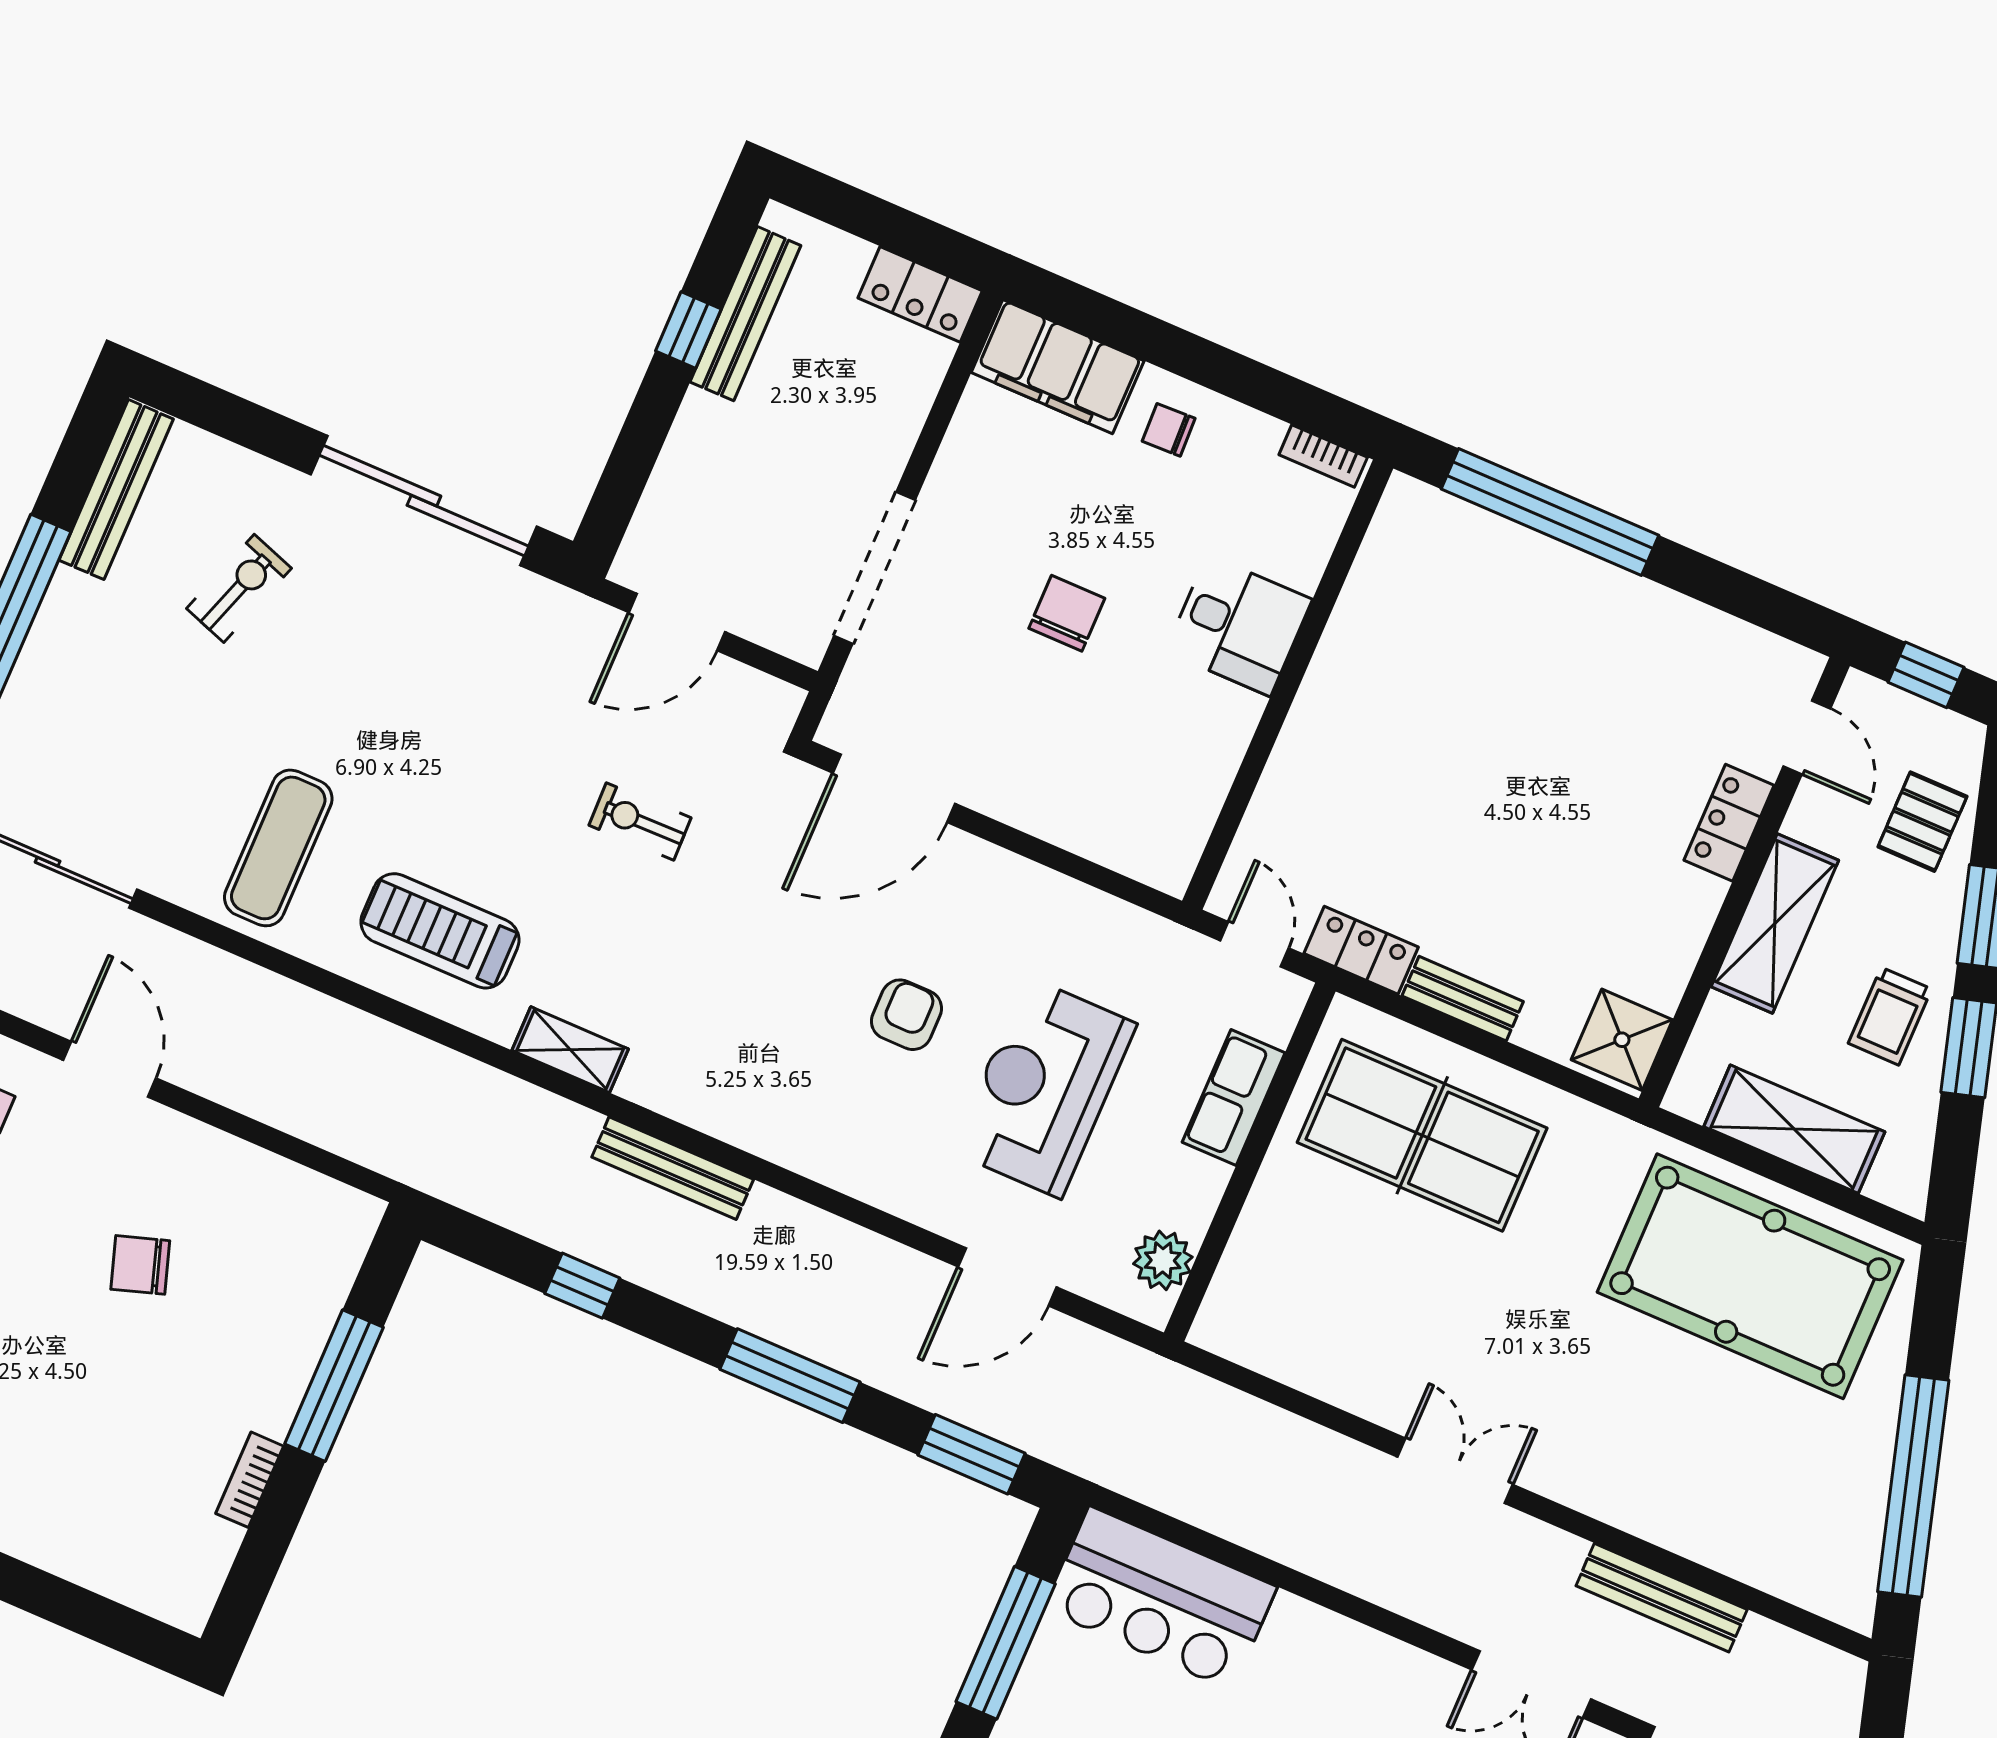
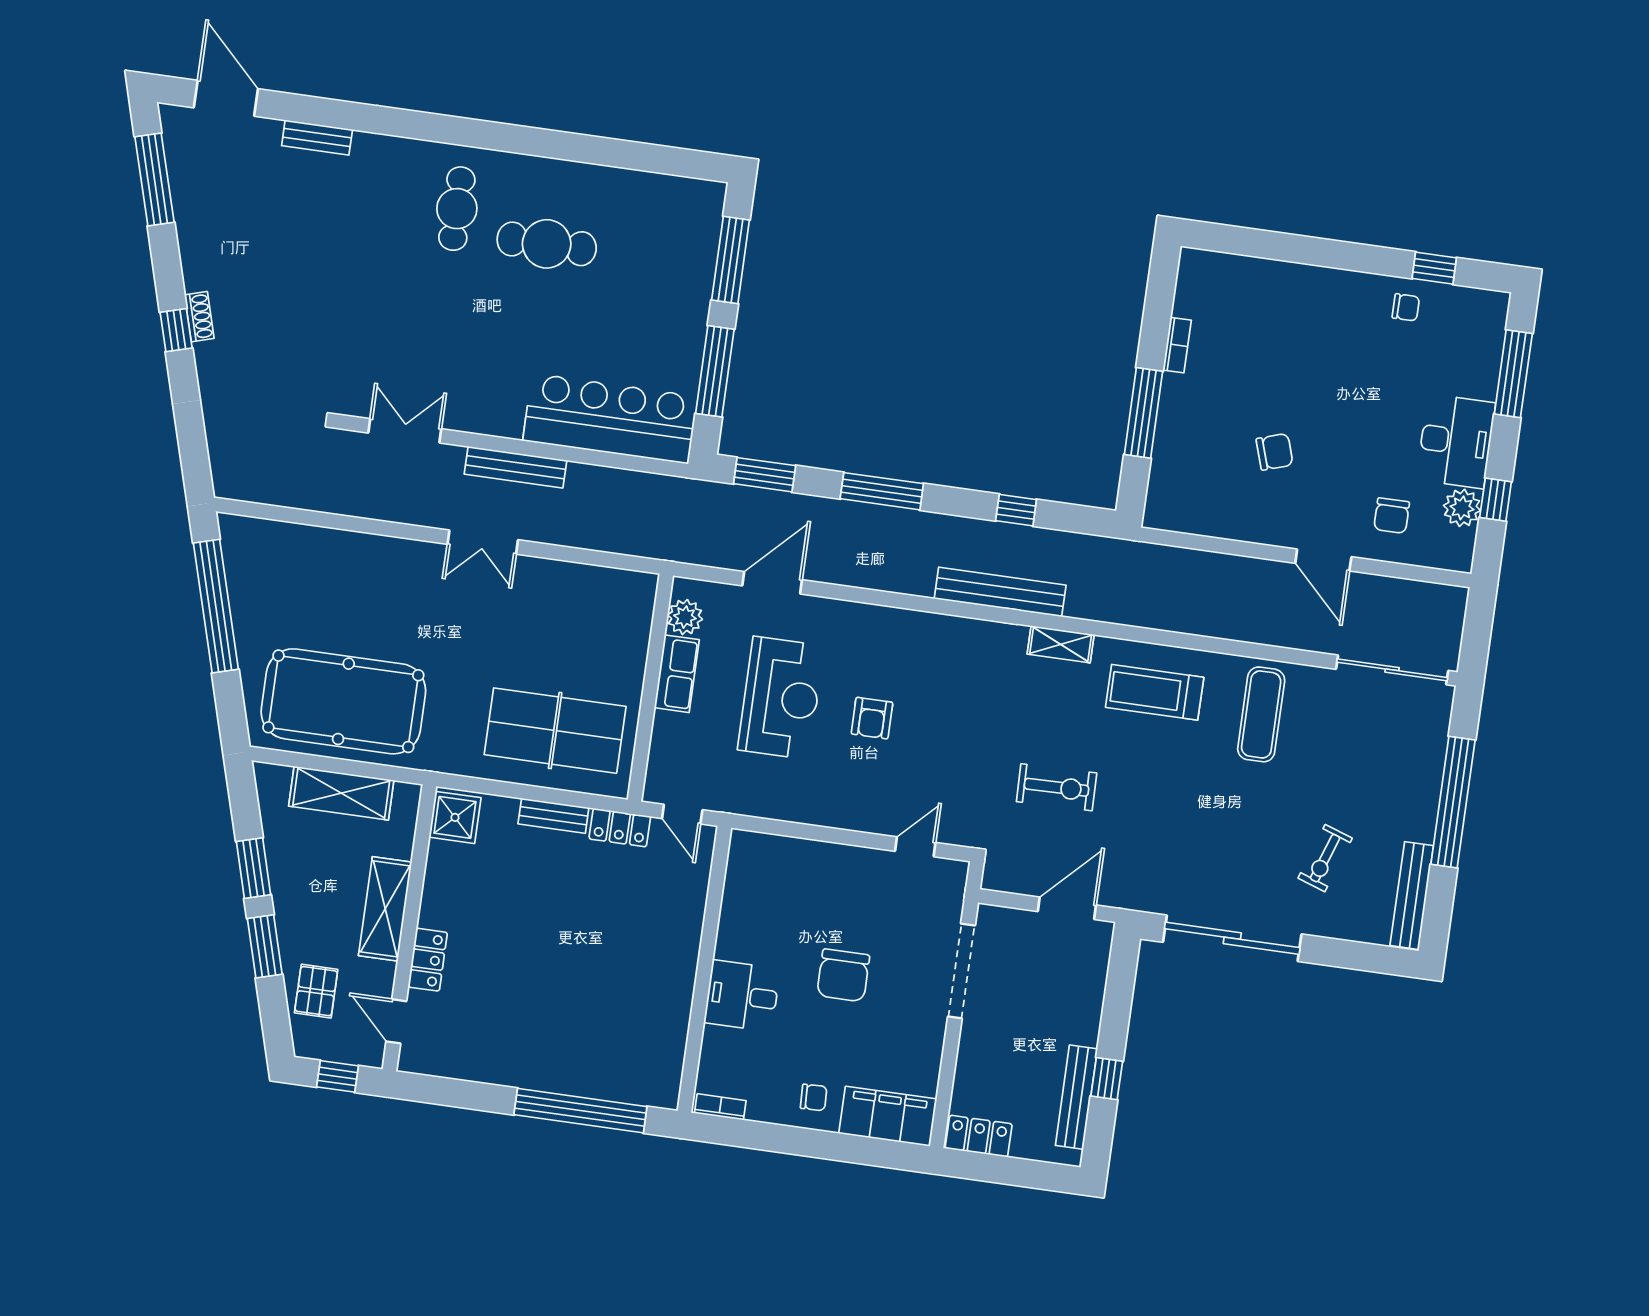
chair: (1067, 613) -> (843, 975), width x1.37, depth x1.37
door: (894, 788) -> (915, 847), width x0.53
exercise bike: (640, 822) -> (1057, 787), width x1.38, depth x1.39
treadmill: (440, 931) -> (1155, 692), turned 180
trolley: (1890, 1016) -> (304, 874), removed
row of seats: (1234, 1098) -> (677, 674), moved
bench: (673, 1168) -> (1000, 592), width x1.37, depth x1.21
bar counter: (1161, 1598) -> (610, 419), width x1.36
bench: (1662, 1598) -> (515, 467), moved

